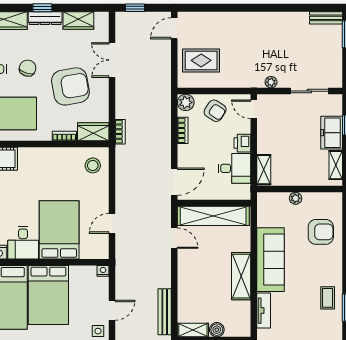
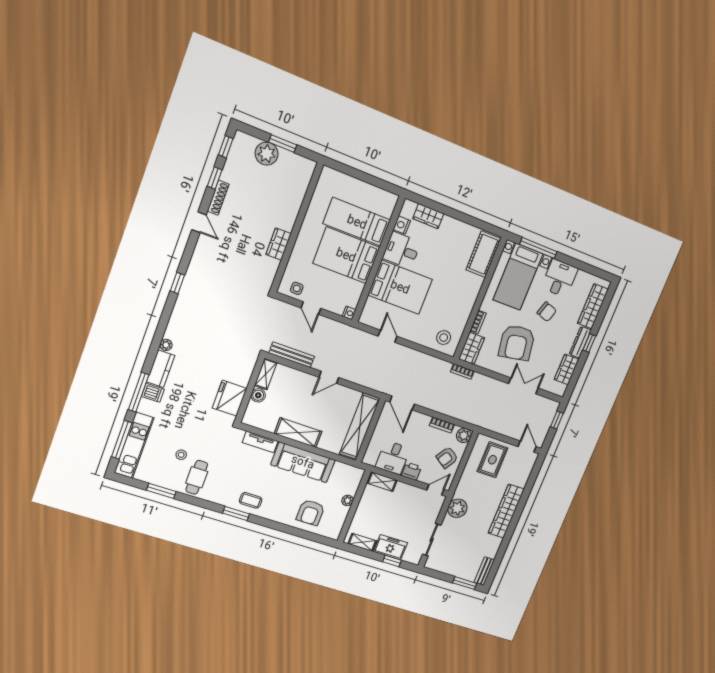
wardrobe: (252, 22) -> (506, 511), added
plant: (271, 82) -> (457, 508), width x1.88, depth x1.88
door: (174, 238) -> (329, 377), moved

